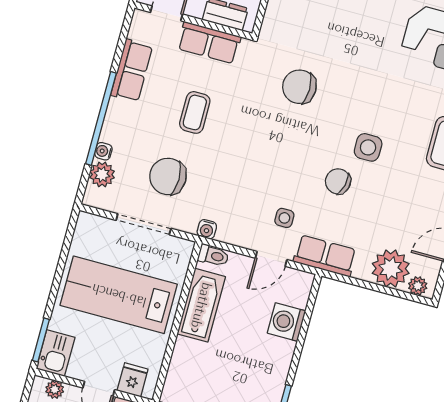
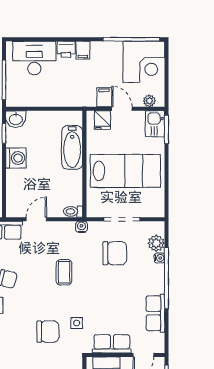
coffee table: (195, 112) -> (64, 272), moved
side table: (284, 218) -> (77, 323), moved
bathtub: (201, 305) -> (72, 147), moved
washing machine: (286, 322) -> (16, 158), moved

